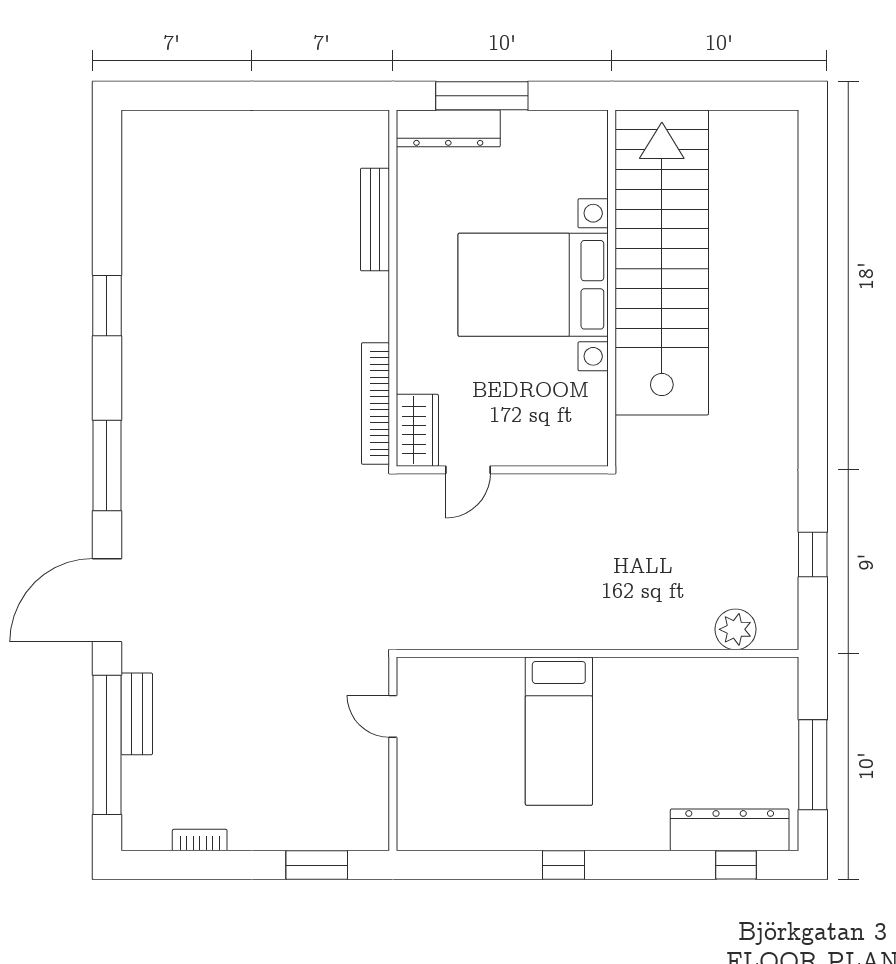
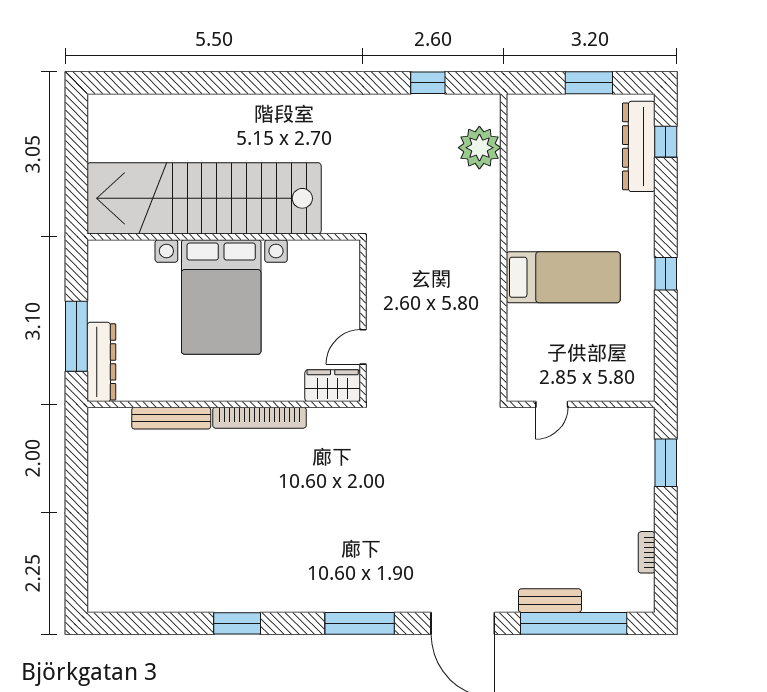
bookcase: (375, 403) -> (259, 418), moved
door: (468, 470) -> (363, 347), swing flipped
plant: (736, 629) -> (479, 148), width x1.36, depth x1.36
window: (813, 765) -> (589, 83), width x0.69

